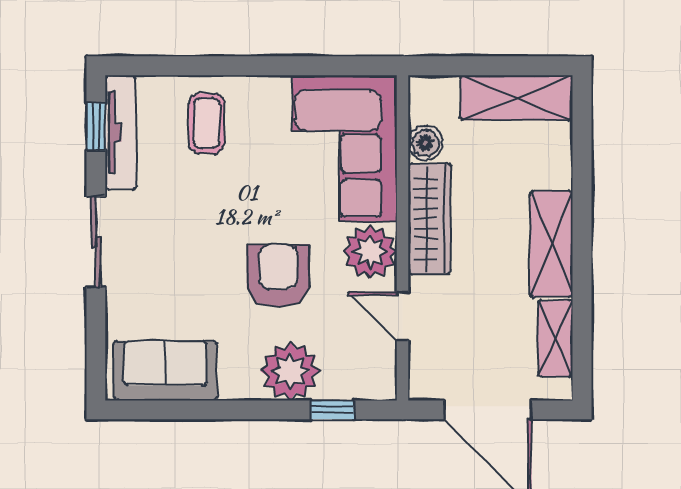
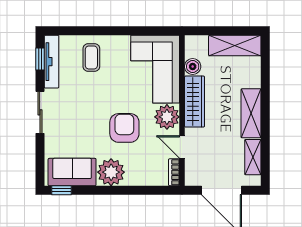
plant: (290, 371) -> (111, 172), moved
bookcase: (385, 371) -> (174, 172), added
window: (333, 410) -> (61, 190), moved

